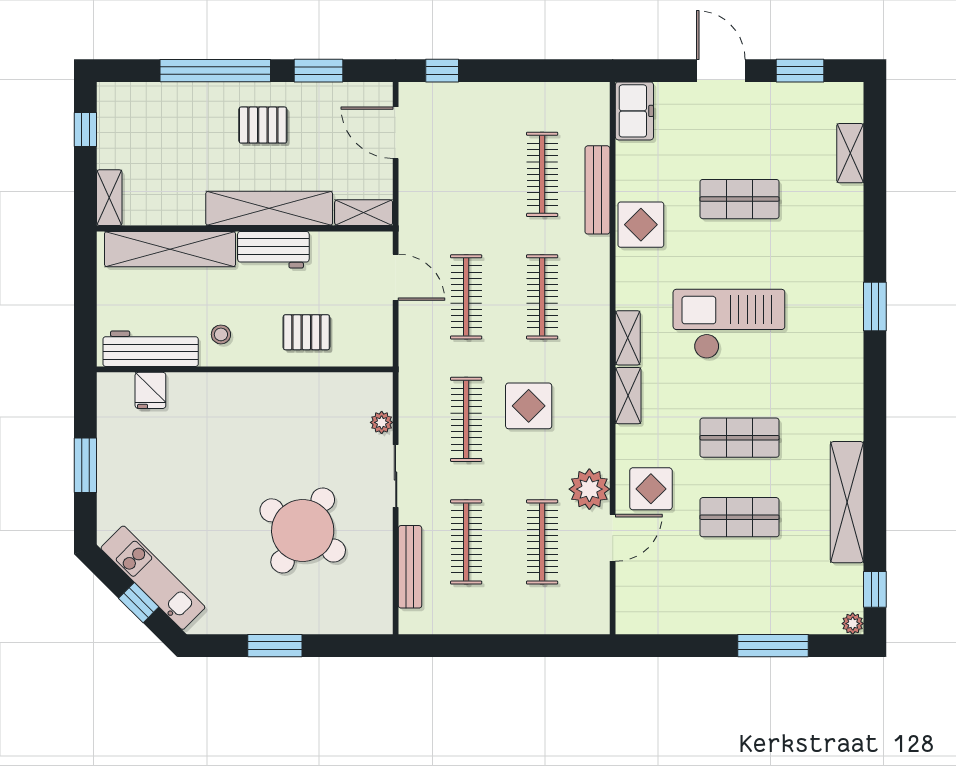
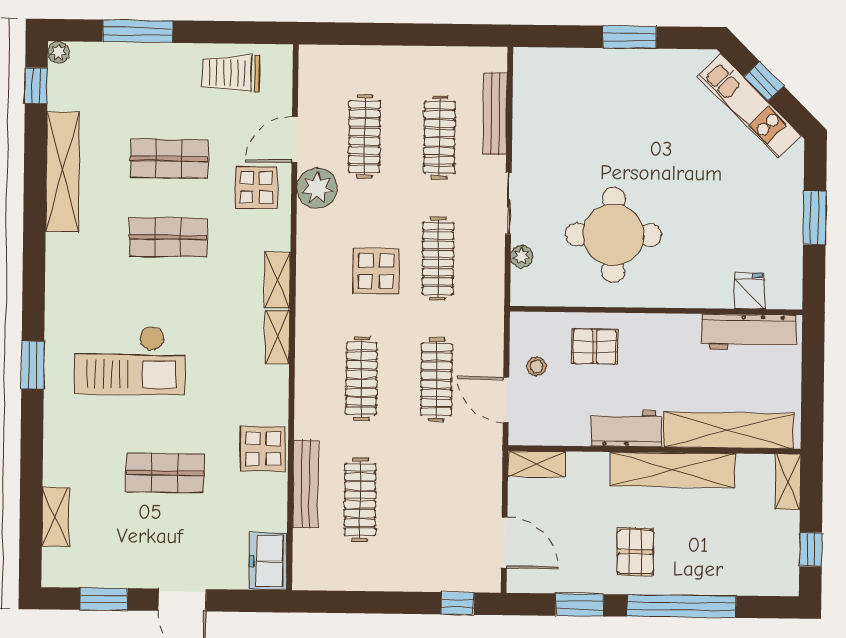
pallet: (263, 125) -> (635, 552), turned 90
shelving: (269, 208) -> (673, 470), moved
checkout: (729, 324) -> (130, 360), moved
stool: (221, 334) -> (537, 366), moved
round table: (303, 530) -> (613, 235), moved, turned -33
trolley: (678, 605) -> (231, 73), added

